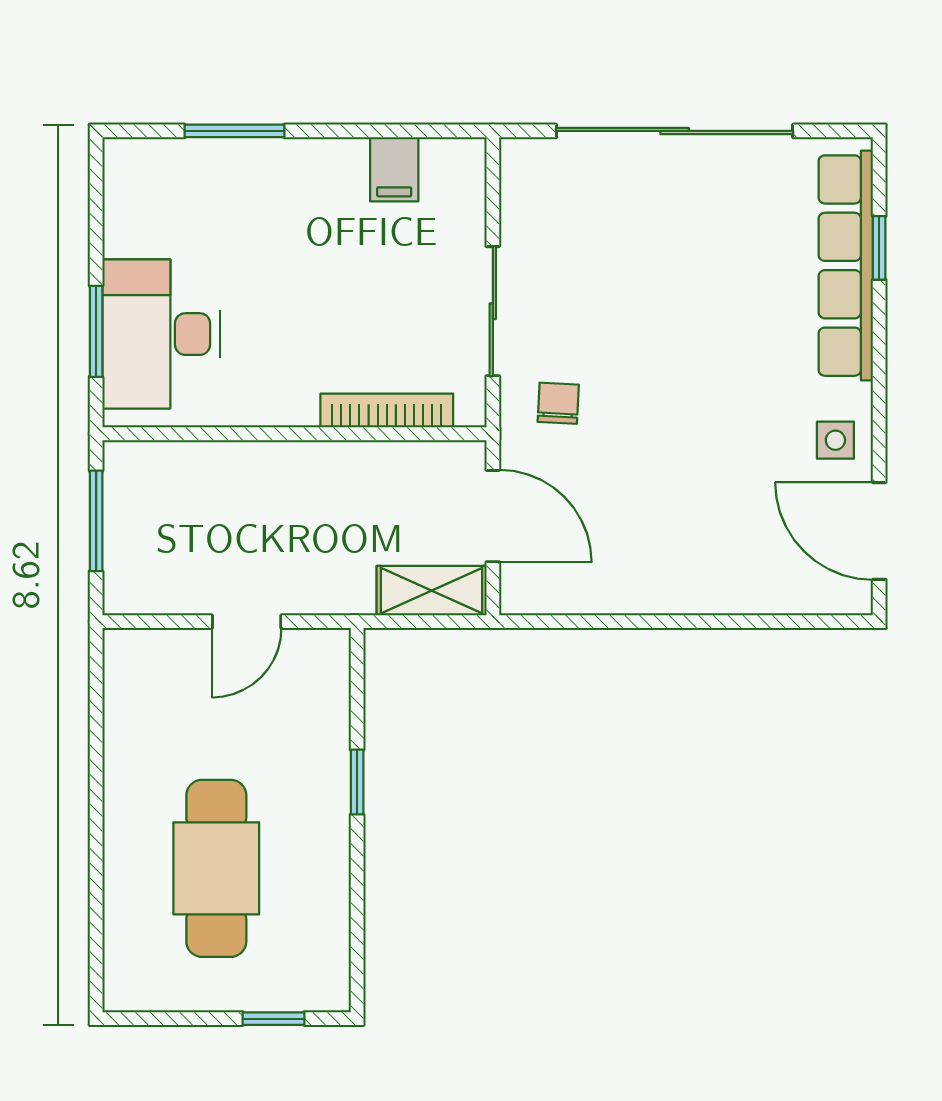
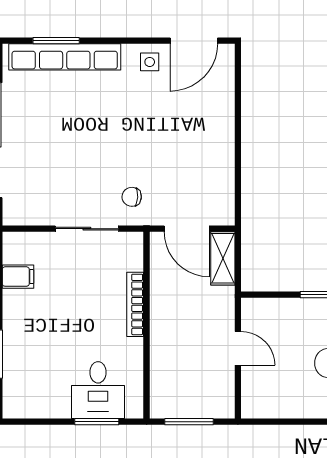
window: (879, 248) -> (56, 41), width x1.50
desk: (161, 334) -> (98, 390), width x0.73
bookcase: (387, 410) -> (135, 304), moved
door: (493, 516) -> (187, 229), swing flipped

